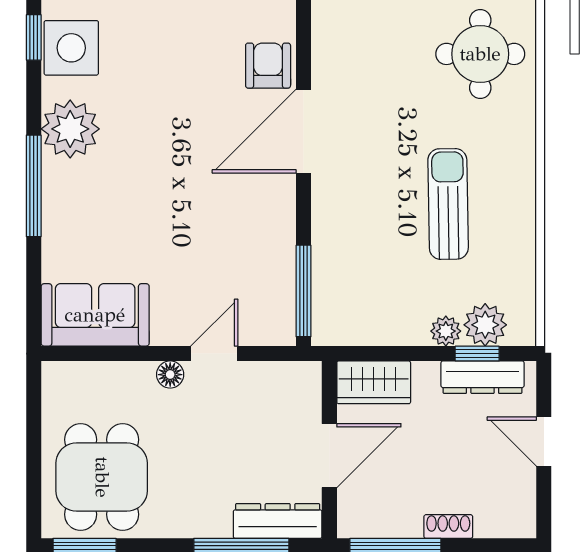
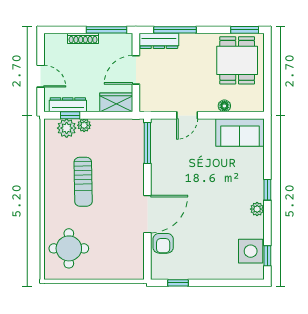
plant: (70, 129) -> (257, 209), width x0.53, depth x0.53
window: (34, 186) -> (267, 190), width x0.46
floor lamp: (170, 375) -> (224, 106), moved
shoe rack: (448, 527) -> (83, 38), width x1.43

